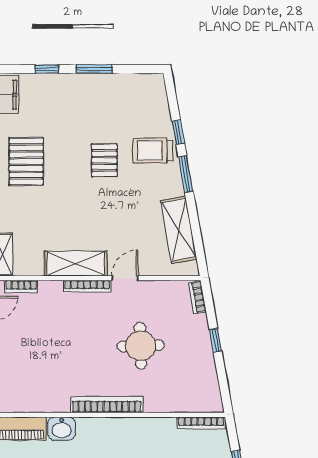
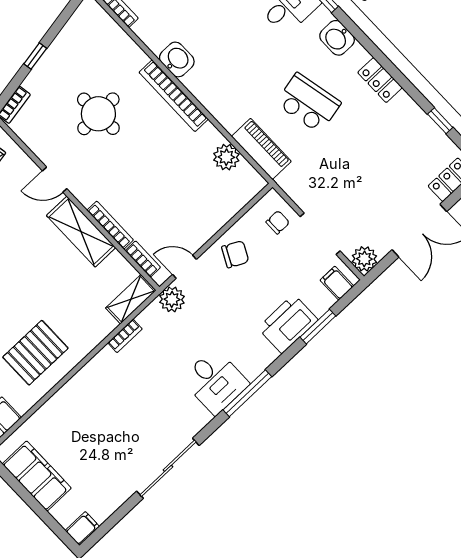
bookcase: (87, 286) -> (110, 225), moved
plant: (36, 401) -> (226, 157), added
washbasin: (62, 429) -> (177, 59), moved

